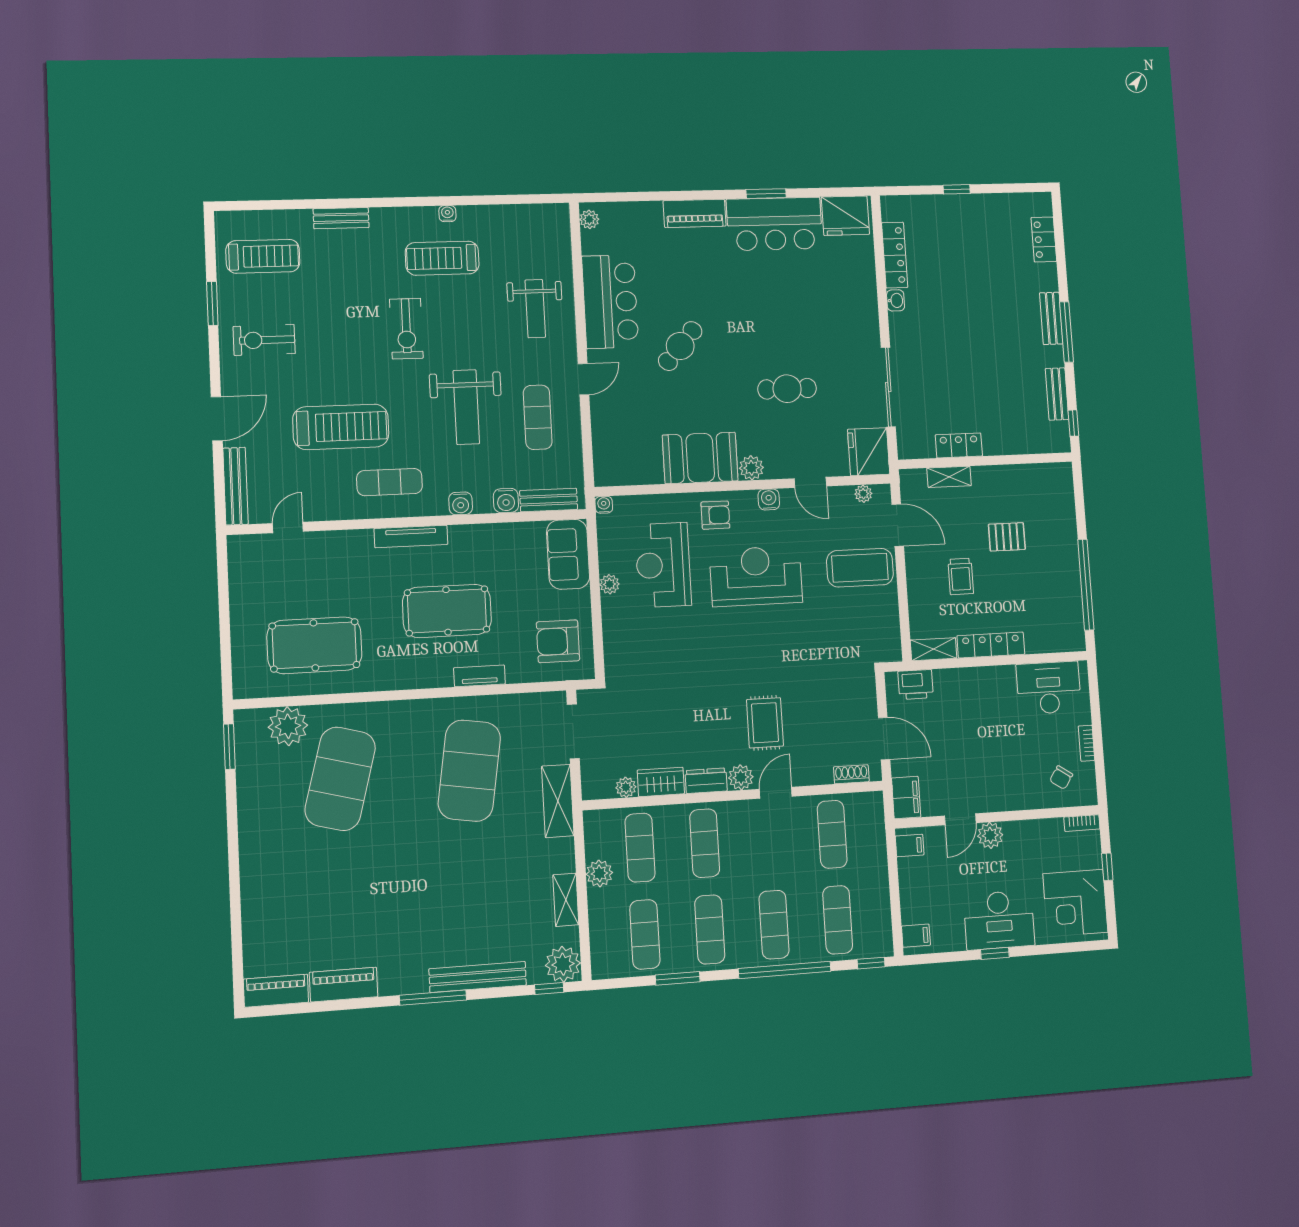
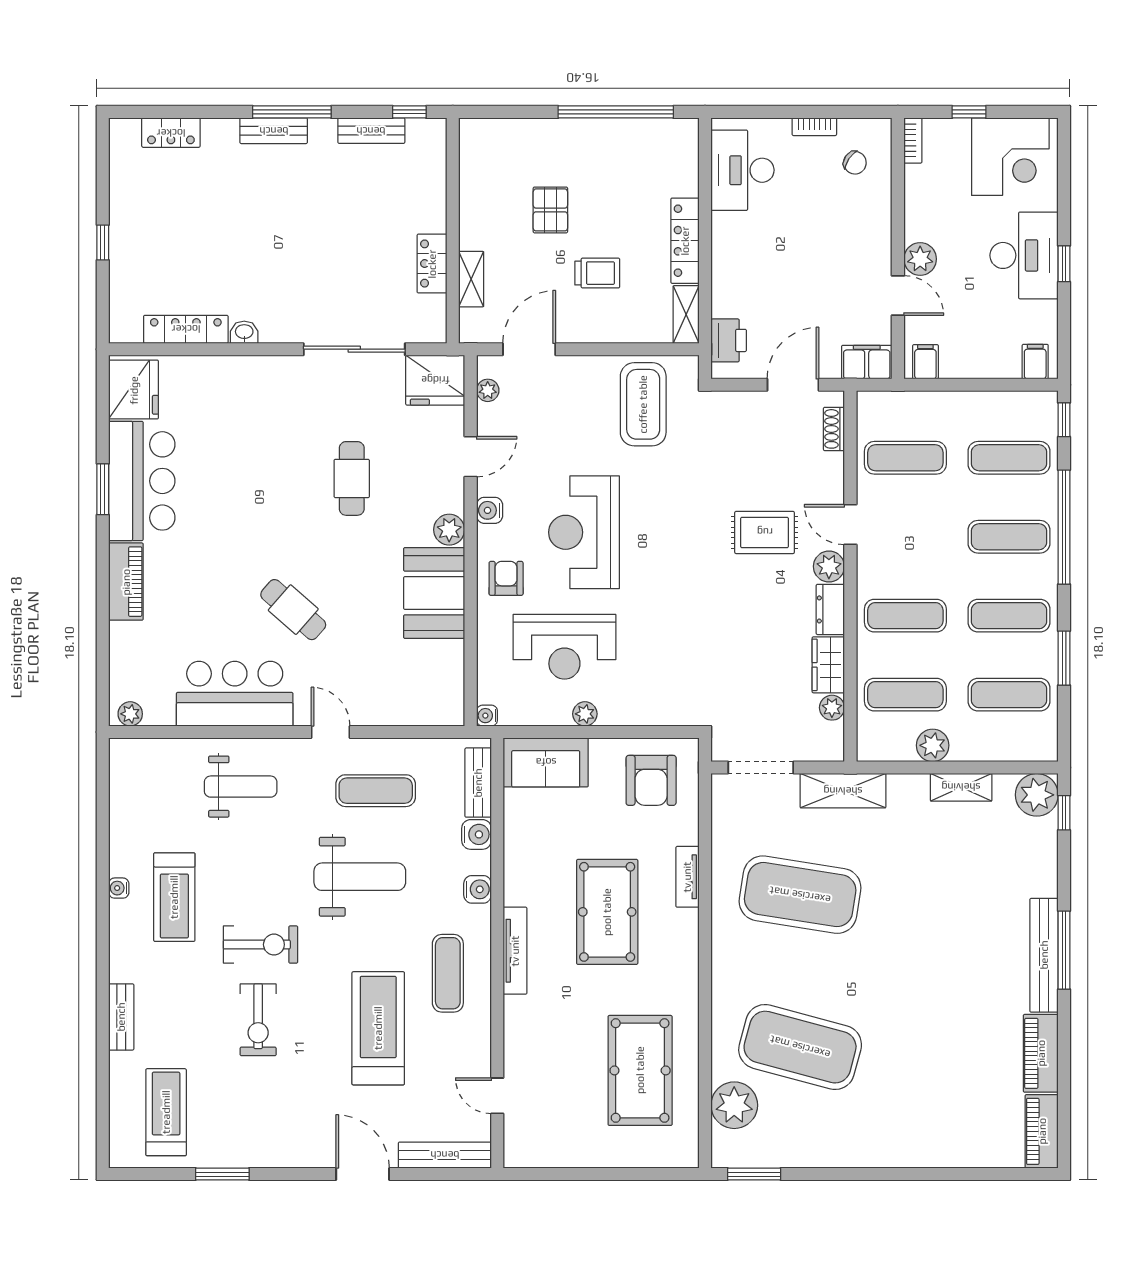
exercise bike: (264, 340) -> (258, 1020), moved
coffee table: (860, 568) -> (643, 404), moved
bench: (478, 977) -> (1044, 955), moved

